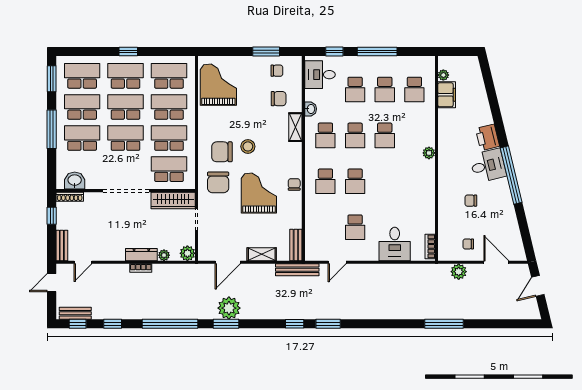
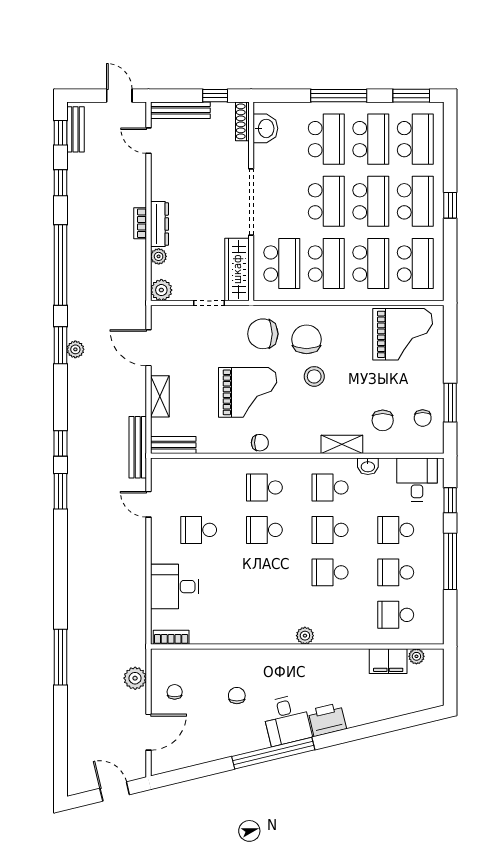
bench: (62, 246) -> (180, 110), width x1.36
plant: (229, 308) -> (75, 349), width x0.53, depth x0.53

